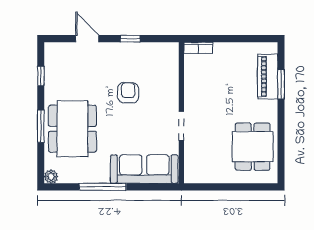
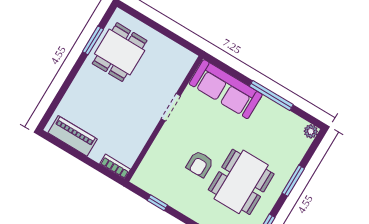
window: (130, 39) -> (157, 203), moved
piano: (268, 77) -> (73, 136), moved, turned -90
window: (281, 84) -> (93, 40), moved
dining table: (72, 129) -> (241, 182), moved

